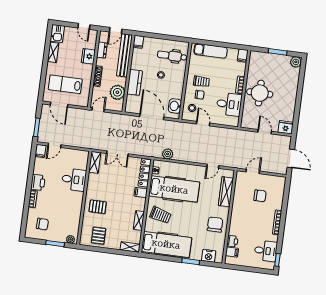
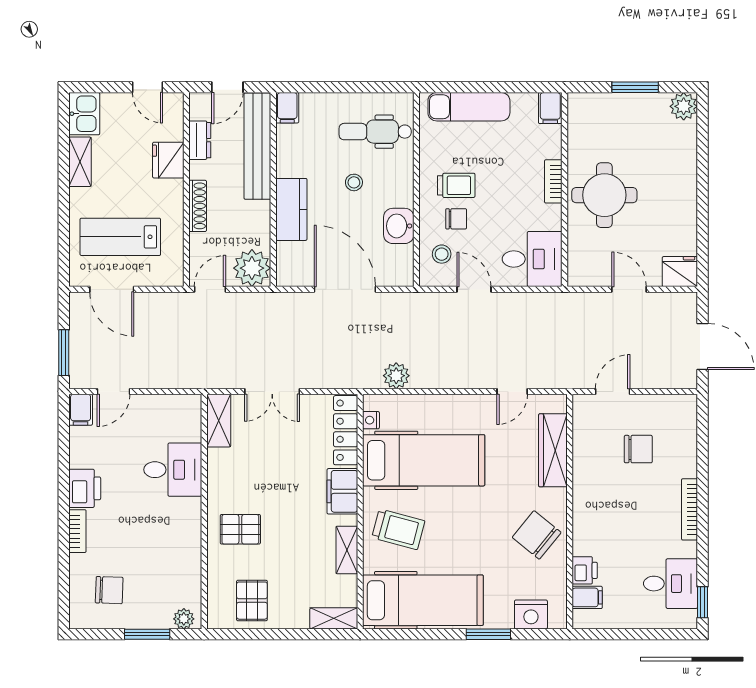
plant: (117, 92) -> (252, 268), moved
desk: (229, 104) -> (532, 259), moved
washbasin: (175, 106) -> (399, 226), moved
filing cabinet: (141, 192) -> (342, 491), width x2.00
chair: (215, 224) -> (537, 535), turned -51

